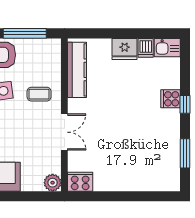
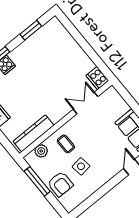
double door: (64, 132) -> (86, 103), moved
plant: (53, 183) -> (41, 151), moved

